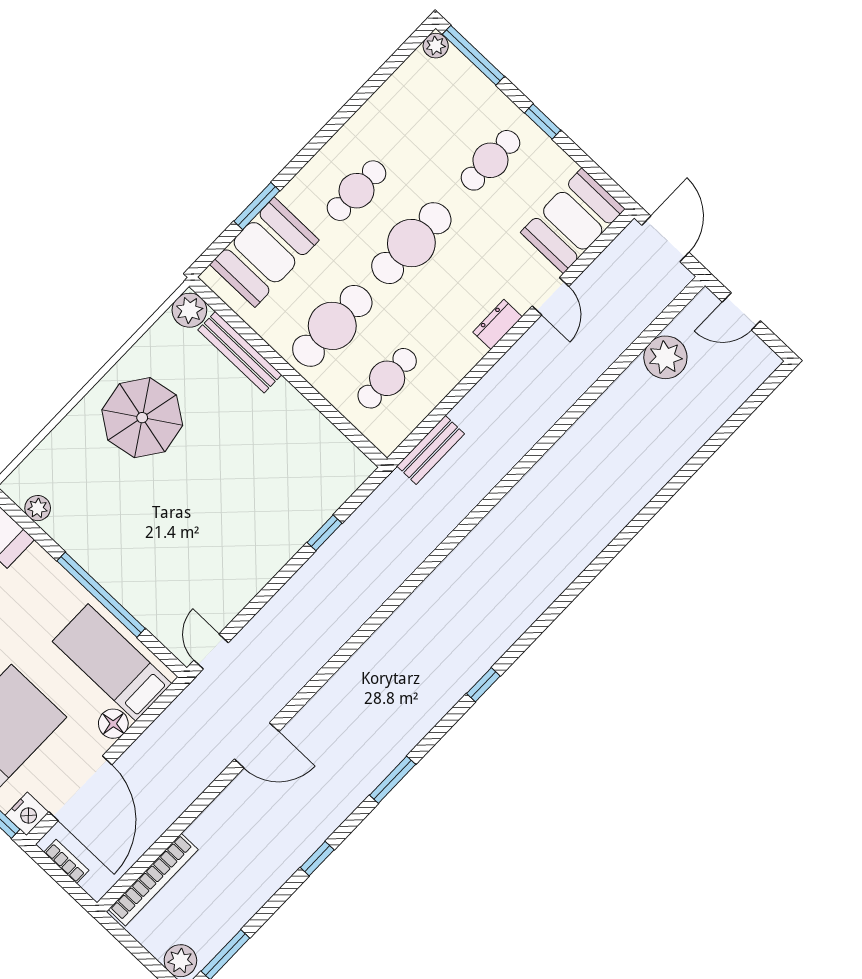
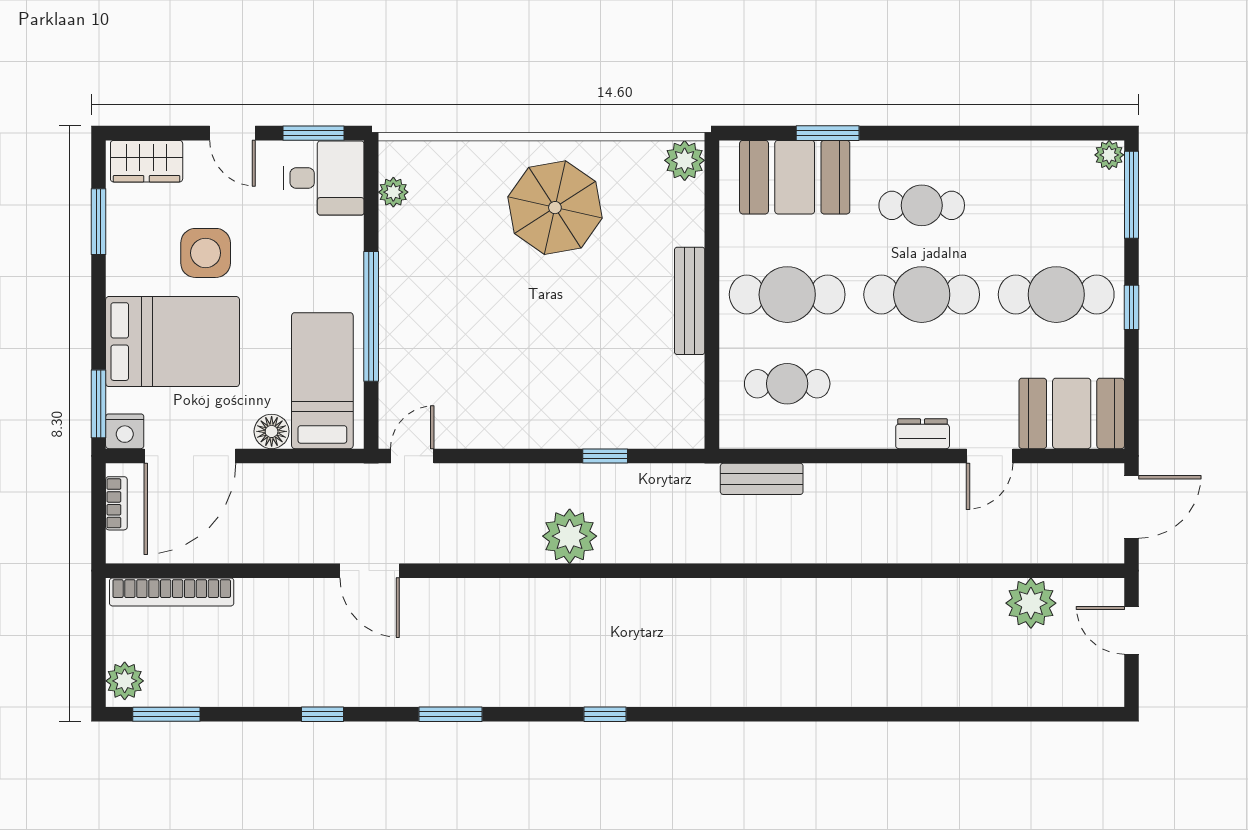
cafe table: (490, 160) -> (1056, 295), width x1.37, depth x1.35
bench: (240, 352) -> (690, 301), moved
plant: (353, 602) -> (570, 536), added

